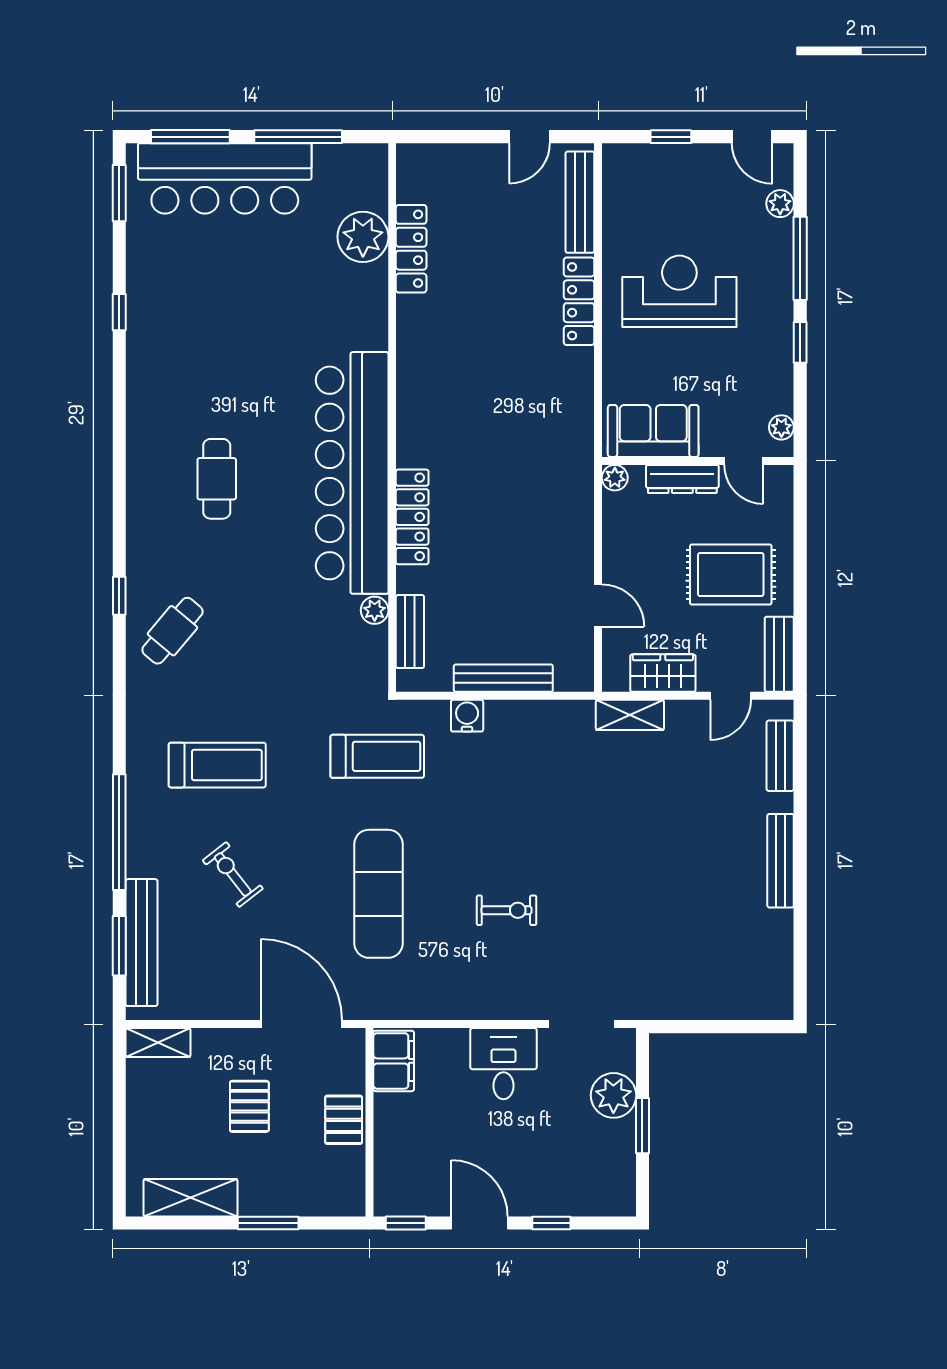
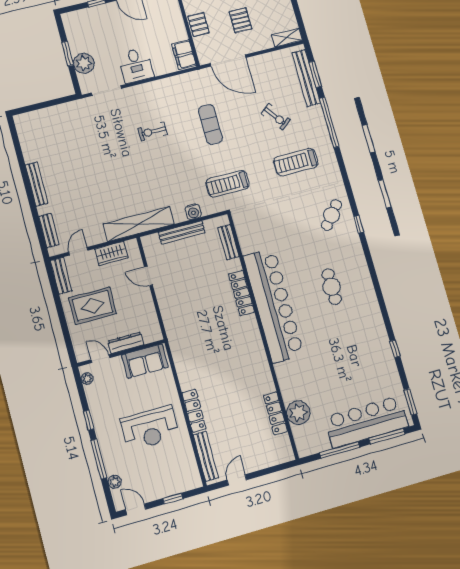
plant: (615, 478) -> (156, 335), removed
plant: (375, 610) -> (247, 247), removed
shelving: (630, 715) -> (139, 224), width x2.20, depth x1.33
exercise mat: (379, 894) -> (210, 124), width x0.73, depth x0.69

